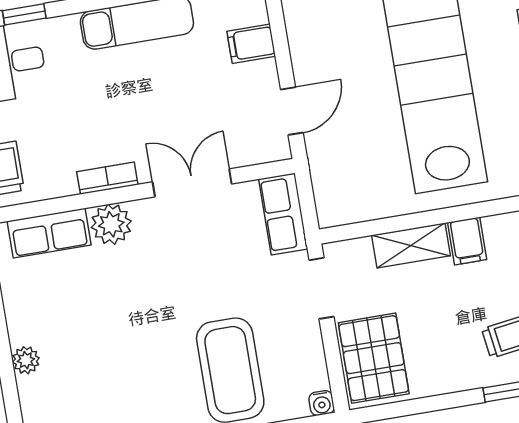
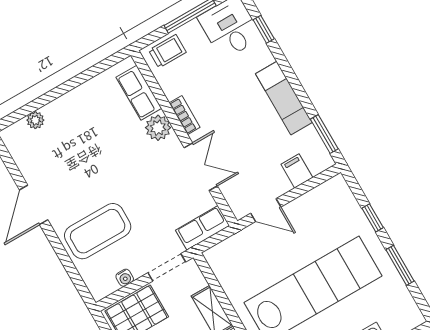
plant: (26, 360) -> (35, 120), moved
water cooler: (322, 403) -> (125, 278), moved, turned -90

